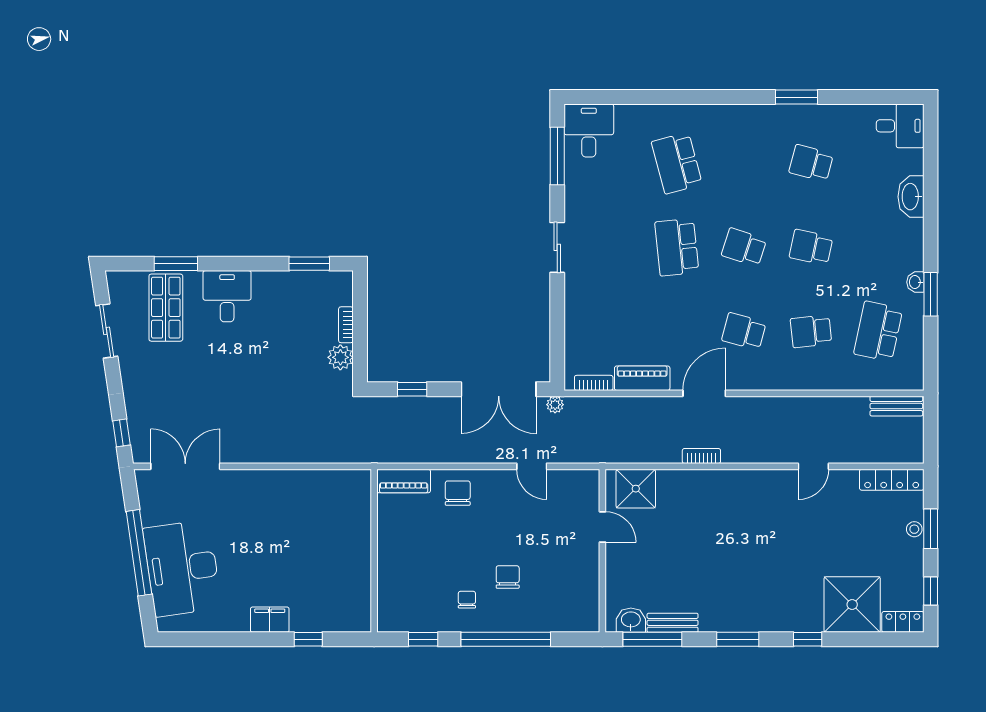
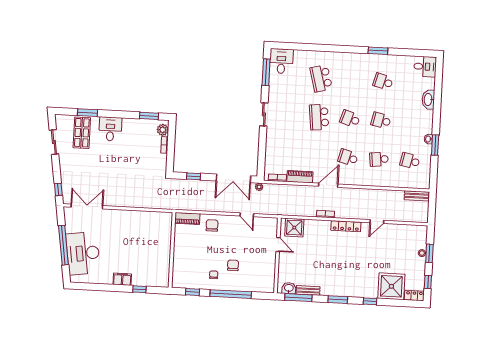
school desk: (878, 331) -> (410, 161), width x0.54
plant: (340, 357) -> (163, 130), moved
locker: (892, 480) -> (346, 226), moved

